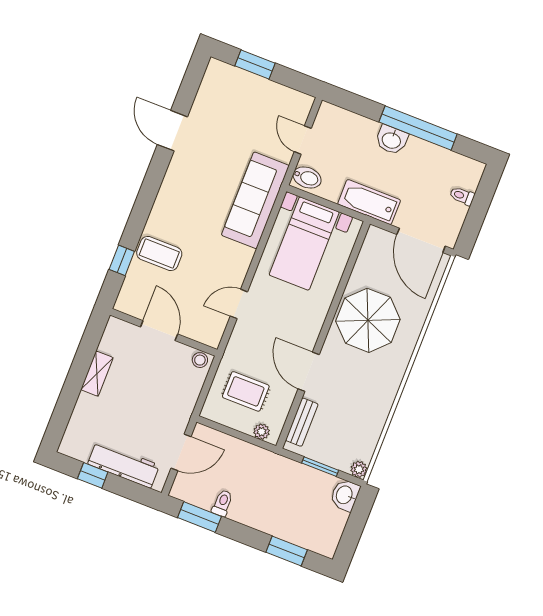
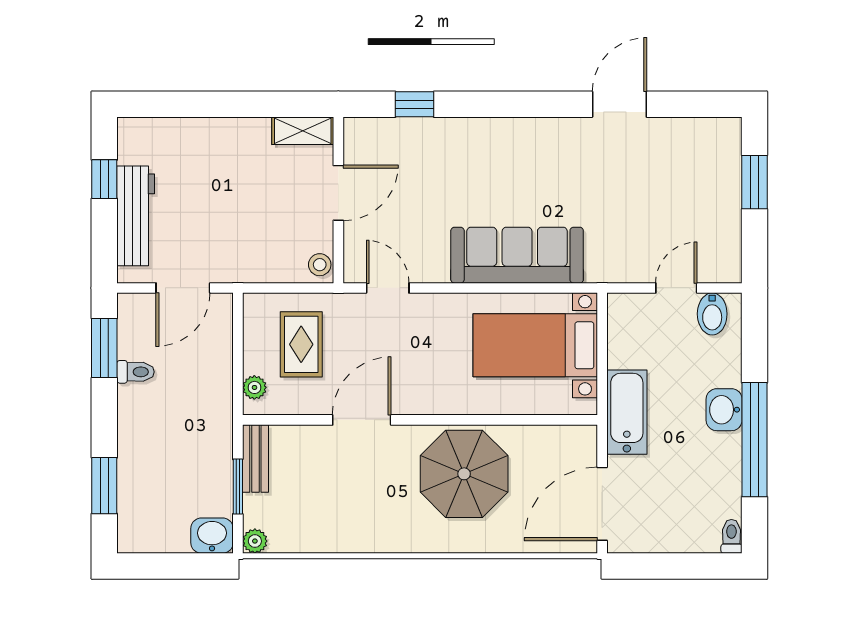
bidet: (307, 178) -> (712, 314), moved
toilet: (462, 196) -> (731, 536), moved
sofa: (255, 200) -> (517, 255), moved
coffee table: (159, 253) -> (444, 152), removed
door: (239, 304) -> (388, 288), moved
shelving: (97, 374) -> (303, 131), moved
bench: (302, 422) -> (255, 459), moved, turned 90
door: (181, 452) -> (183, 288), hinge flipped

